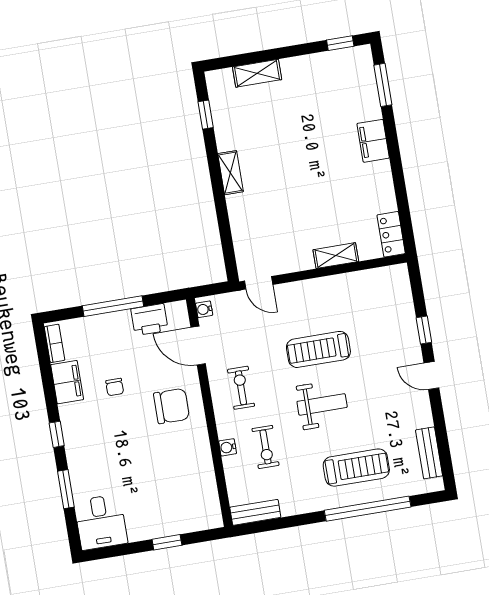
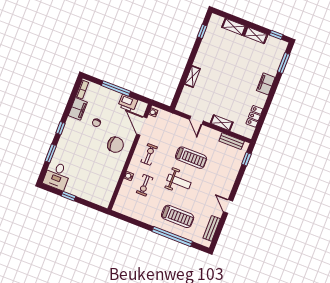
shelving: (304, 65) -> (256, 35), added
shelving: (230, 173) -> (192, 77), moved
locker: (391, 234) -> (254, 116), moved
door: (259, 283) -> (196, 120), moved
window: (424, 330) -> (246, 159), moved
treadmill: (318, 349) -> (191, 158), turned 180
door: (431, 375) -> (228, 206), moved
bench: (255, 512) -> (232, 141), moved
window: (167, 542) -> (68, 196), moved

